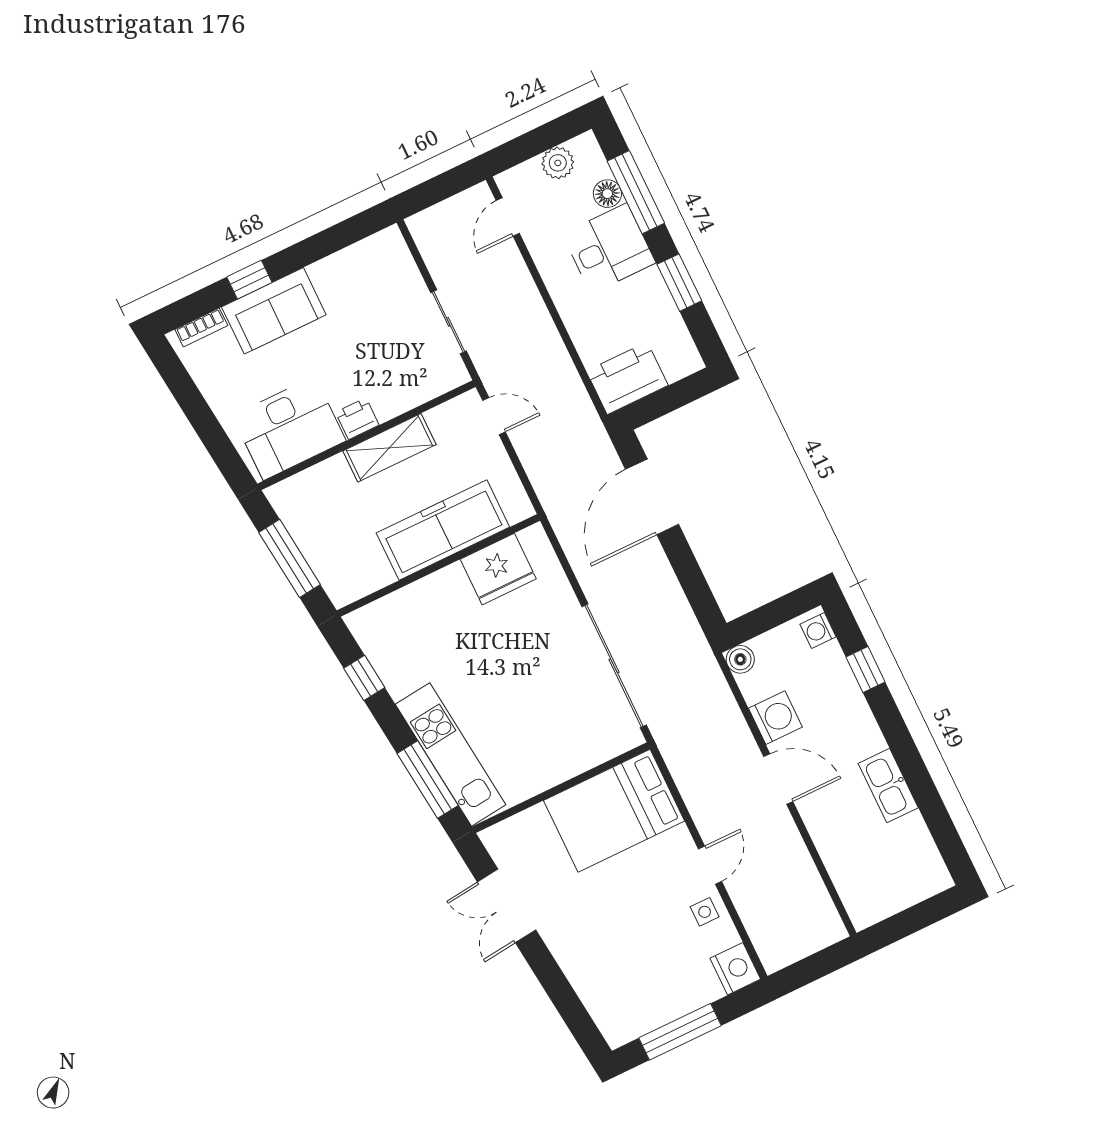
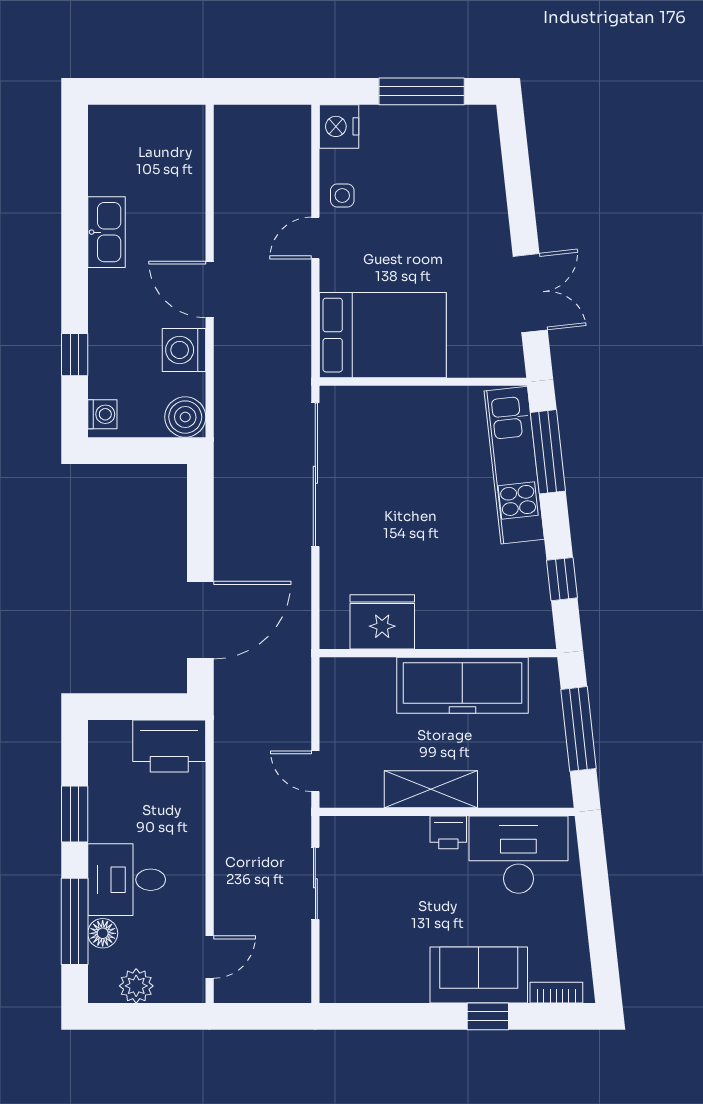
freezer: (443, 530) -> (462, 685), moved
boiler: (740, 659) -> (185, 417), width x1.36, depth x1.36

